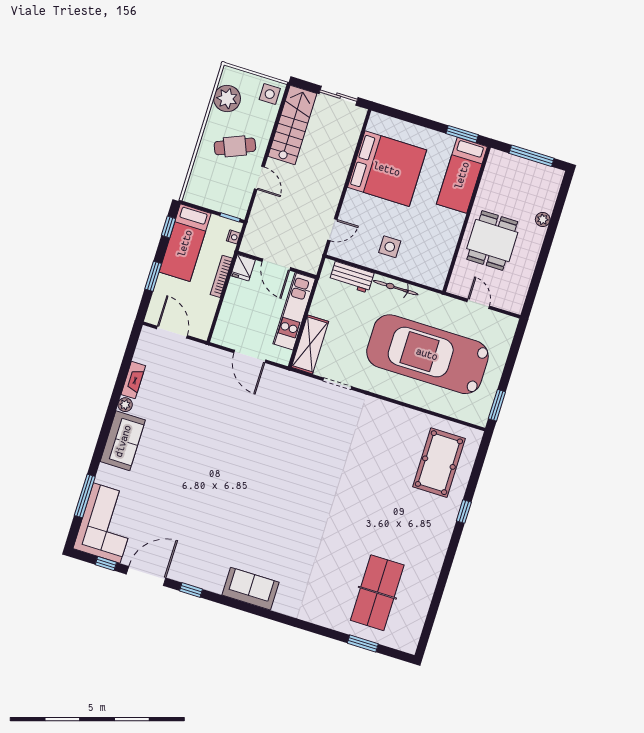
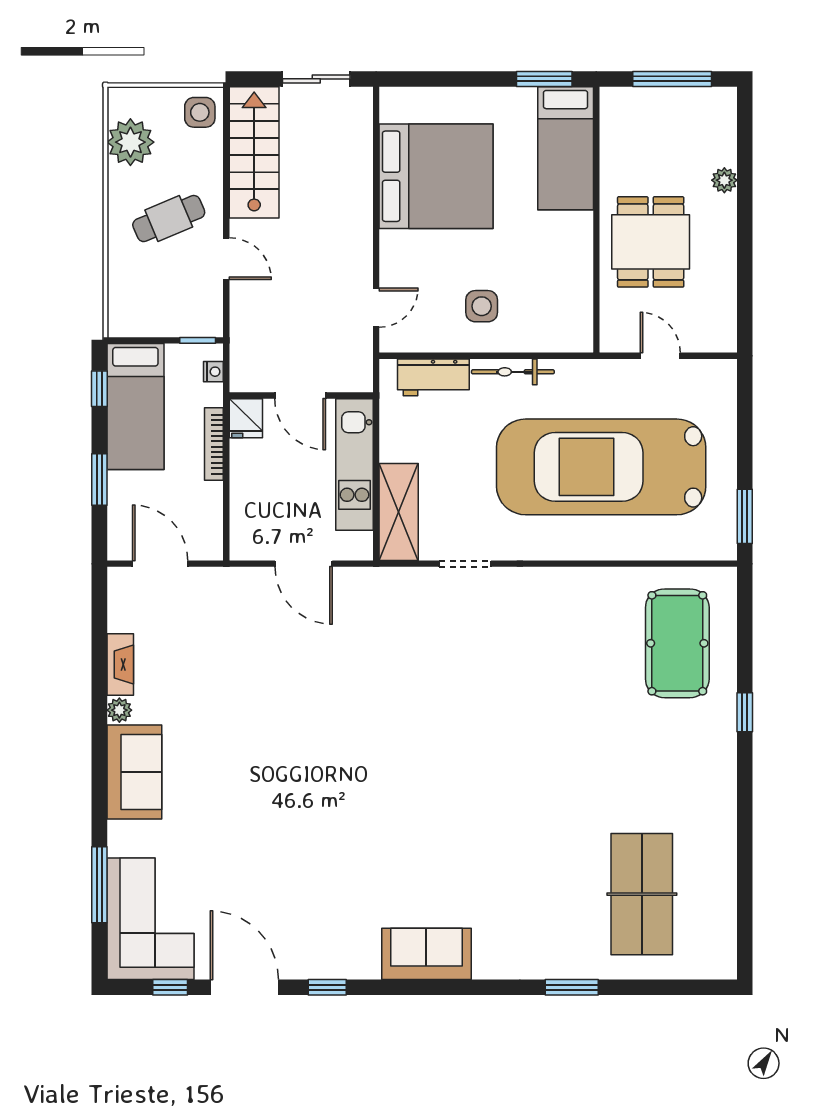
door: (146, 576) -> (244, 987), hinge flipped
window: (363, 644) -> (572, 987), moved

